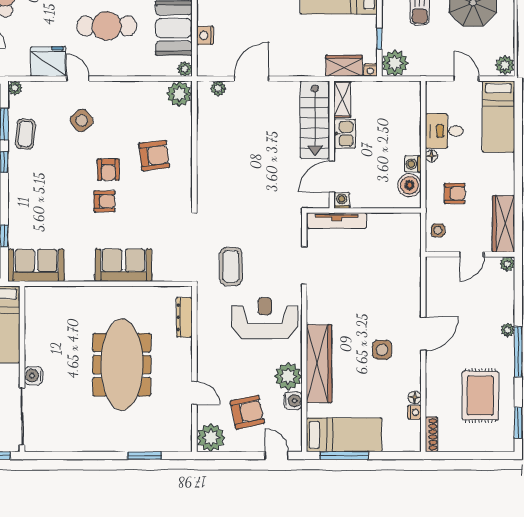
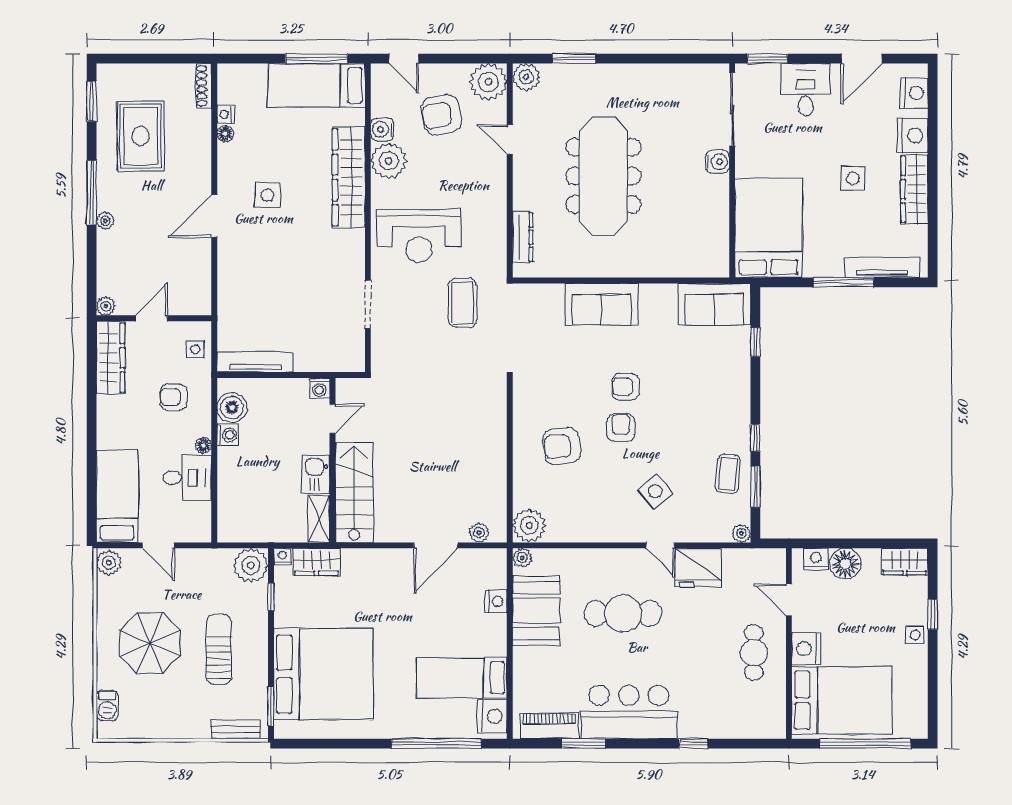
door: (332, 177) -> (332, 419), width x0.73
tv unit: (337, 221) -> (255, 362), moved
plant: (182, 441) -> (526, 77), added

